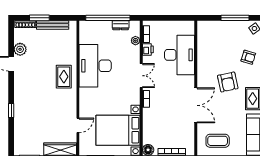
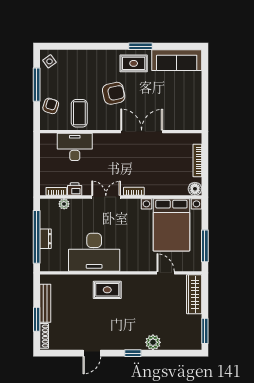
dresser: (121, 25) -> (45, 239), moved
plant: (20, 49) -> (153, 342), moved
desk: (180, 55) -> (75, 147), width x0.73, depth x0.77
armchair: (248, 57) -> (51, 106), moved
window: (11, 110) -> (133, 353), moved
coffee table: (218, 141) -> (79, 113), moved

